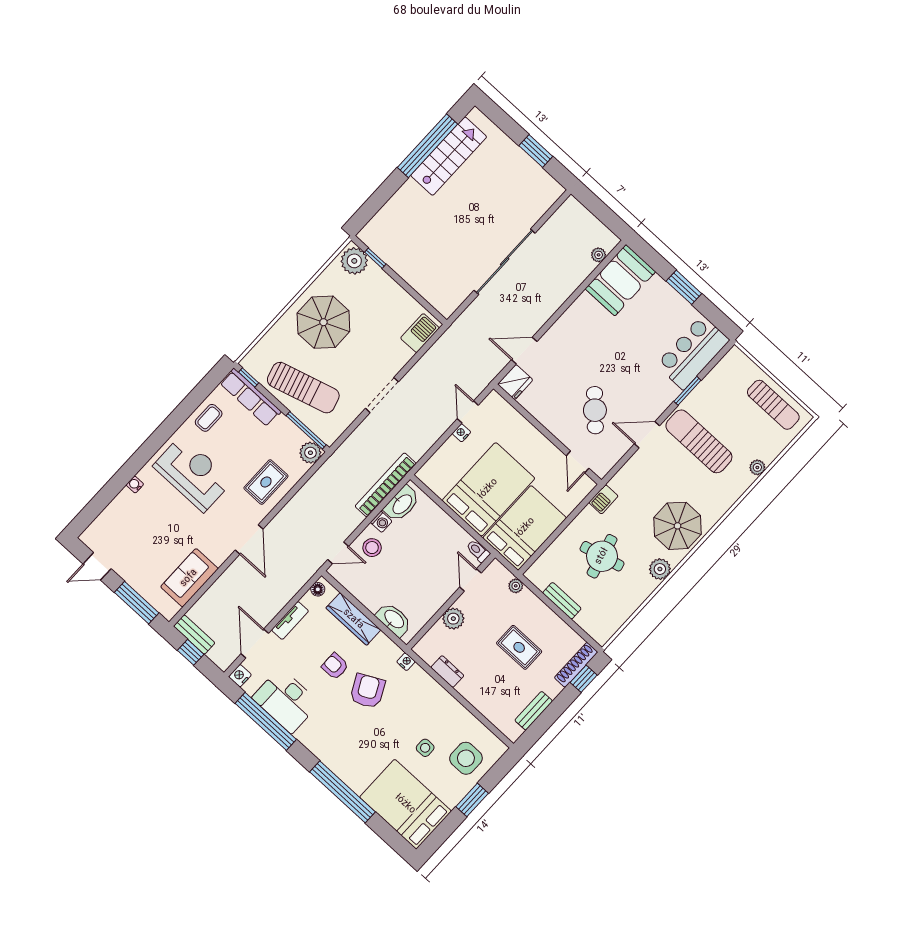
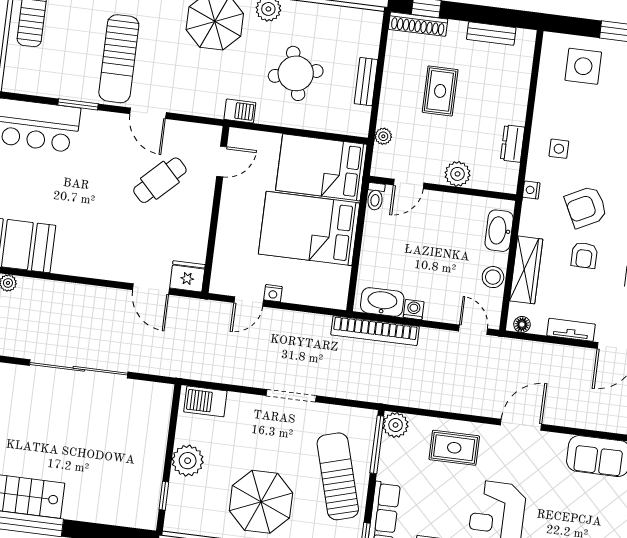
plant: (354, 261) -> (188, 461), moved
stool: (372, 548) -> (493, 277), moved
side table: (425, 748) -> (559, 149), moved

